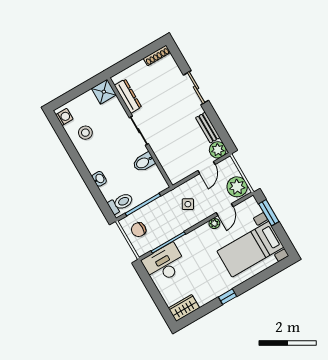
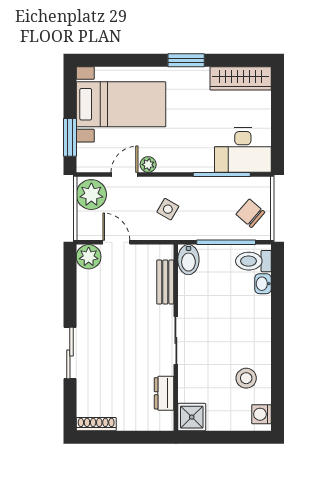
dresser: (128, 96) -> (164, 393), width x0.70
bench: (208, 128) -> (165, 282), moved
bidet: (144, 162) -> (188, 260), moved, turned 90
door: (206, 168) -> (116, 242), hinge flipped
washbasin: (99, 179) -> (263, 284), moved
chair: (139, 230) -> (250, 213), turned -139
window: (228, 297) -> (186, 60), width x1.50
wardrobe: (184, 308) -> (241, 78), width x1.50

